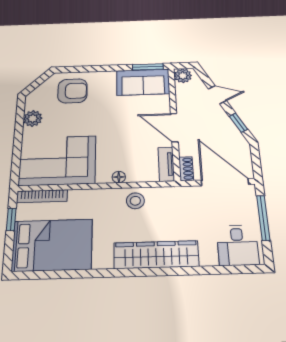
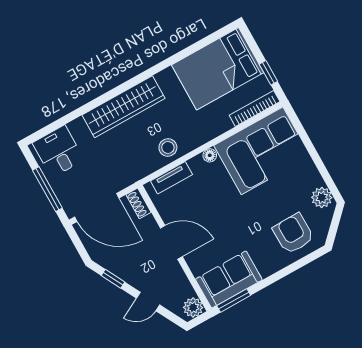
armchair: (73, 91) -> (293, 234), turned 89
plant: (33, 119) -> (322, 198), moved
tv unit: (166, 164) -> (171, 178), moved, turned 90
floor lamp: (119, 177) -> (210, 155), moved

